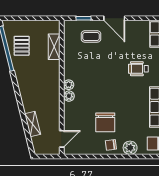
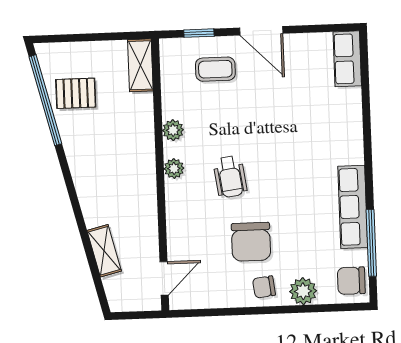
pallet: (22, 46) -> (76, 93), turned 90
shelving: (54, 47) -> (140, 65), moved
wheelchair: (138, 69) -> (230, 177), moved, turned -98
plant: (69, 96) -> (173, 130), moved

